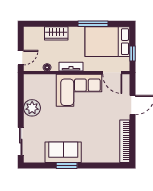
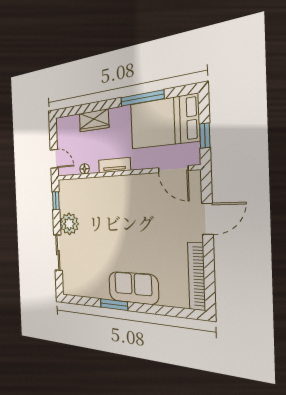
door: (21, 58) -> (54, 159), hinge flipped
window: (21, 90) -> (56, 201), added
corner sofa: (79, 90) -> (126, 198), removed
sliding door: (21, 141) -> (58, 253), moved
sofa: (63, 152) -> (133, 288), moved

